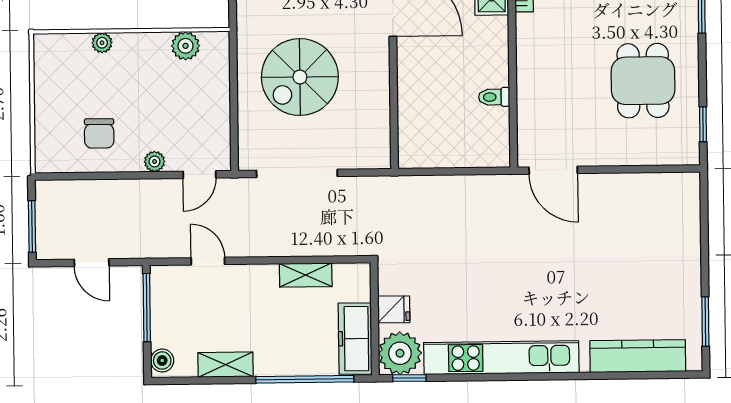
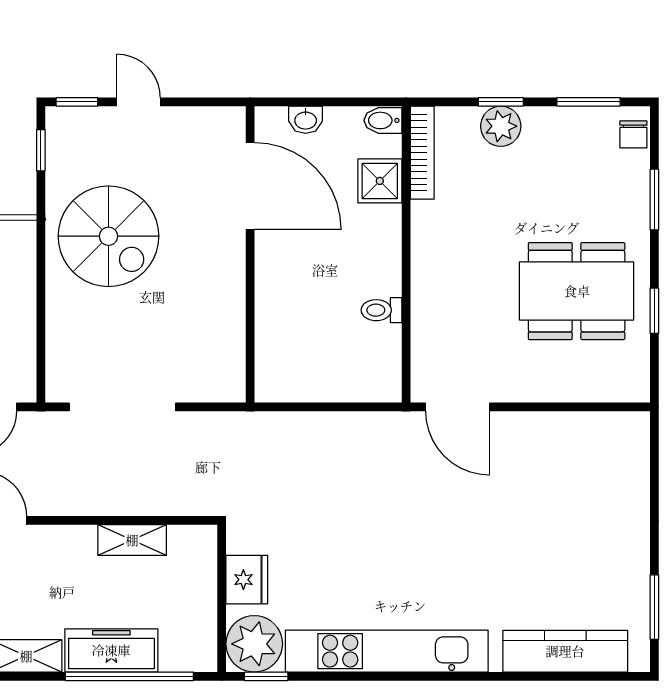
spiral stairs: (300, 77) -> (109, 236), moved, turned -90
dining table: (643, 81) -> (577, 291), width x1.38
window: (703, 124) -> (654, 311), moved
fridge: (394, 309) -> (247, 580), width x1.38
freezer: (355, 339) -> (111, 650), moved, turned 90

